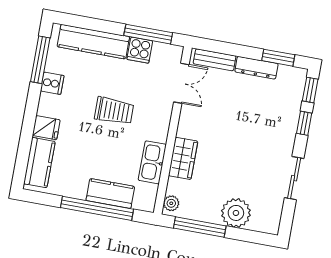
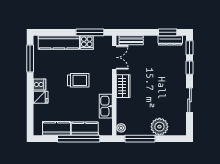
dresser: (256, 68) -> (170, 40), moved
cooker: (52, 83) -> (39, 85), moved
wardrobe: (183, 158) -> (123, 86), moved
kitchen counter: (39, 163) -> (57, 128), moved, turned -90

